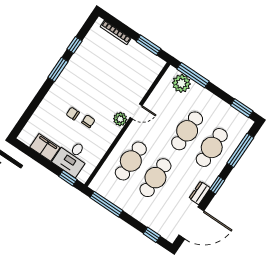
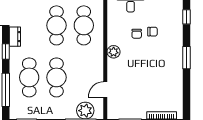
window: (75, 45) -> (187, 17), moved
door: (136, 111) -> (105, 89), moved

